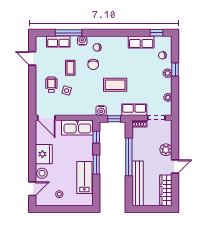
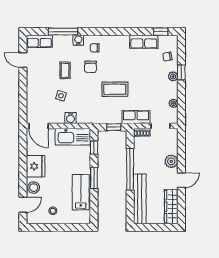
row of seats: (58, 41) -> (39, 41), moved
wheelchair: (51, 85) -> (44, 89), removed
water cooler: (101, 111) -> (70, 118), moved

